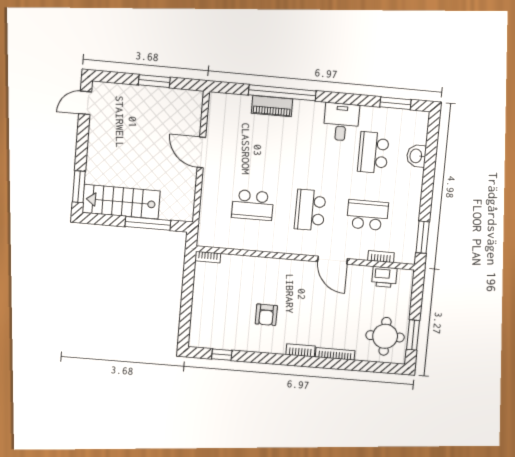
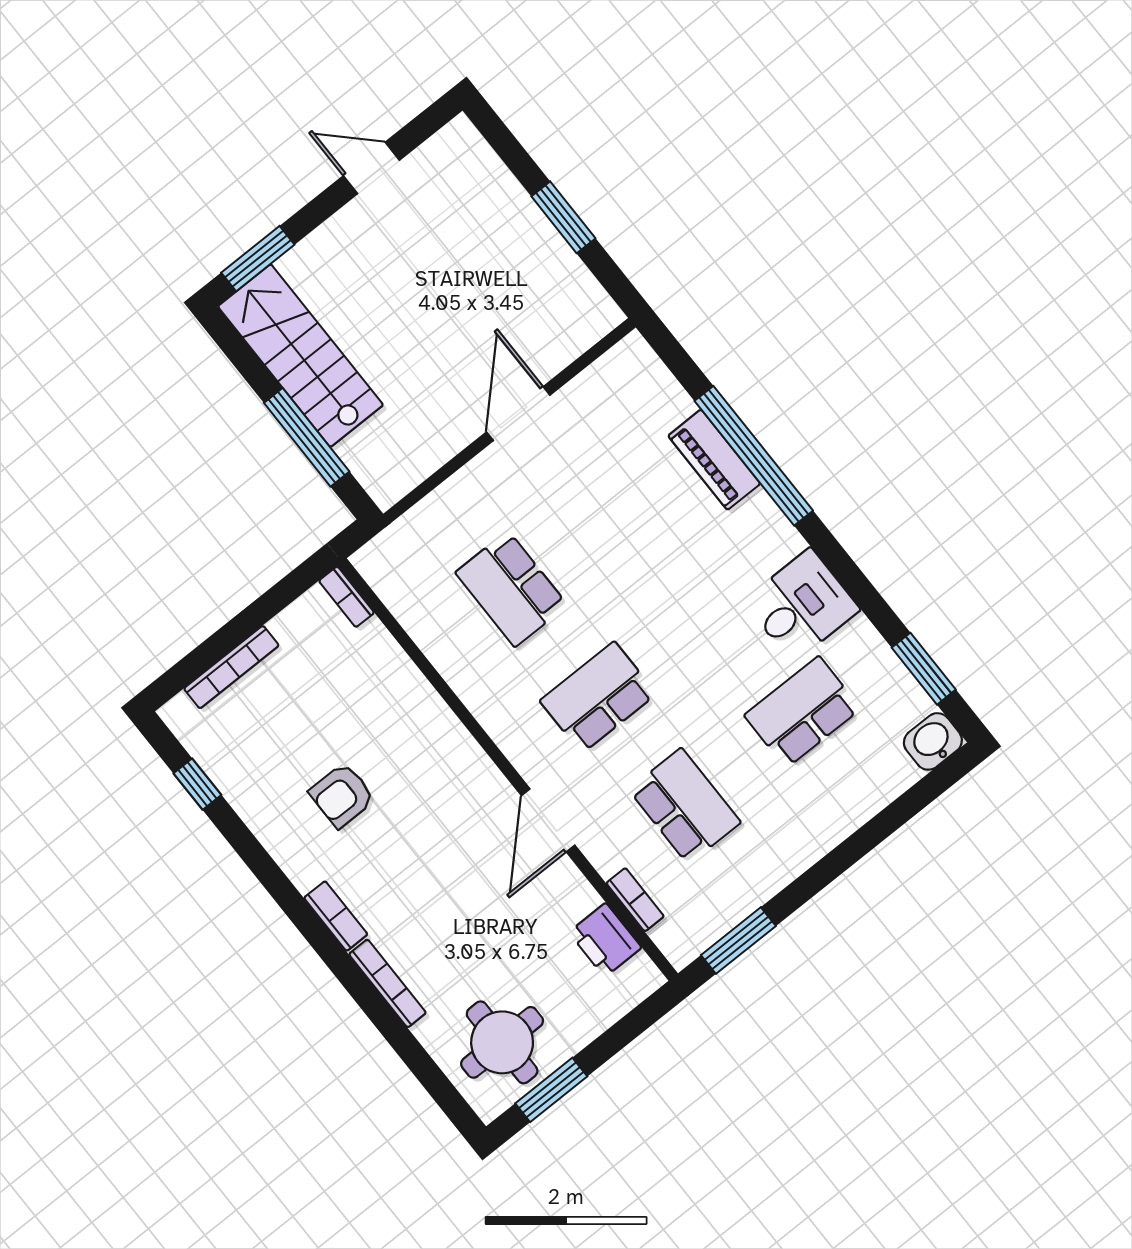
door: (85, 103) -> (371, 168), moved
washbasin: (416, 156) -> (933, 741), moved
bookcase: (196, 312) -> (231, 667), added

